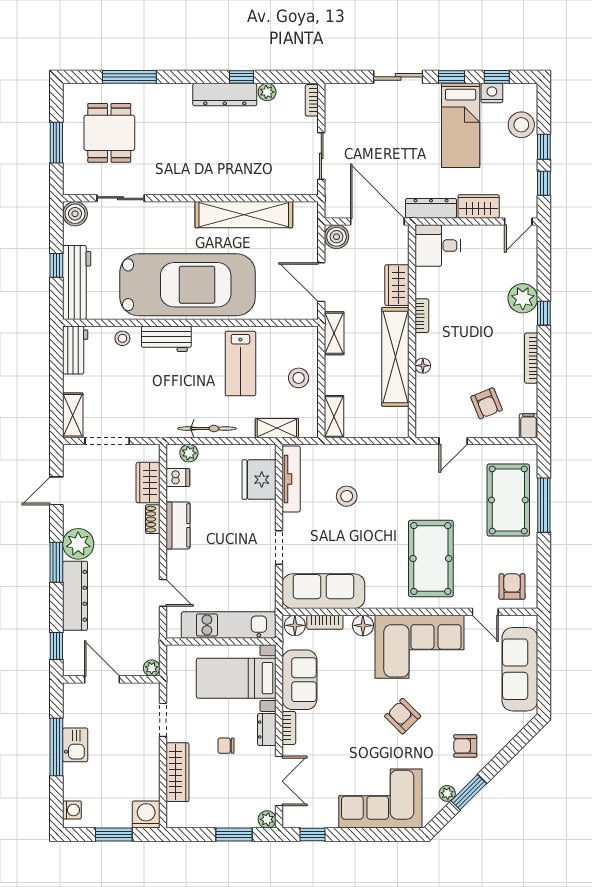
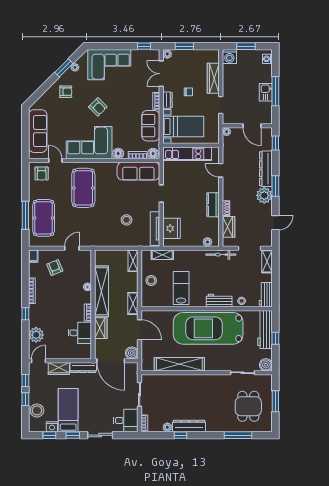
desk: (348, 105) -> (126, 420), added
desk: (438, 246) -> (80, 333), moved
plant: (523, 298) -> (36, 335), moved
bicycle: (207, 429) -> (221, 255), moved
dishwasher: (178, 478) -> (213, 229), removed

